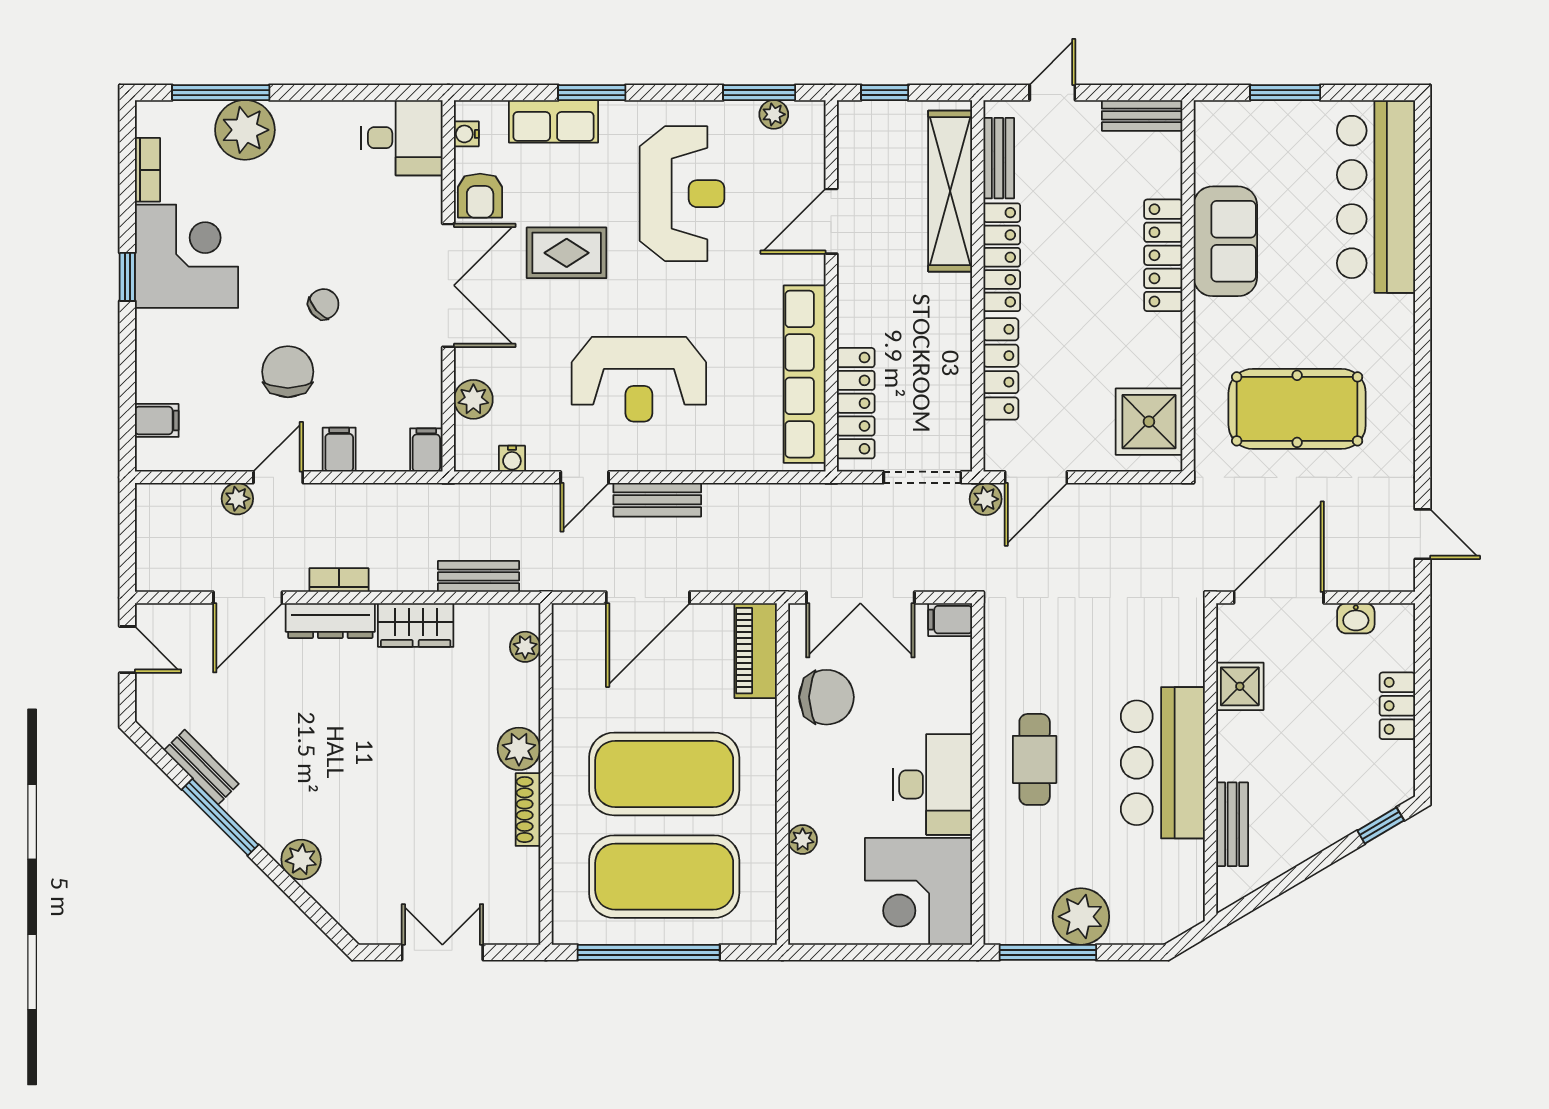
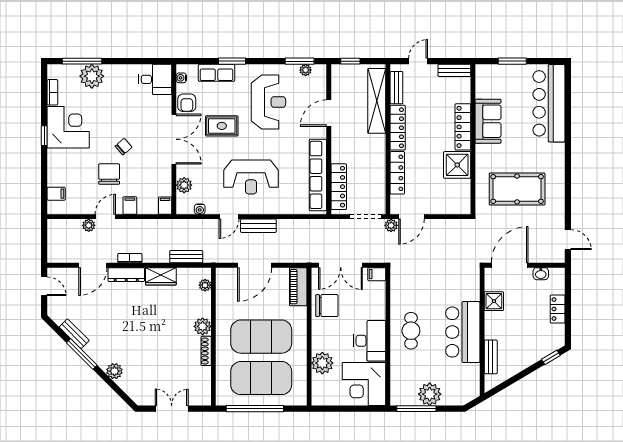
shower: (1149, 422) -> (457, 165), moved
plant: (803, 839) -> (322, 363), width x1.87, depth x1.87

